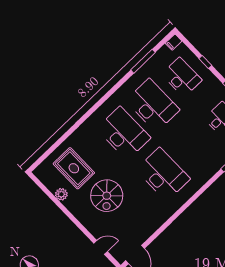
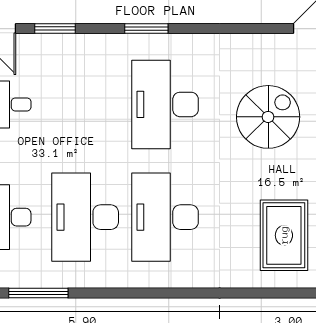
window: (196, 195) -> (146, 29), added
spiral stairs: (107, 196) -> (268, 117), moved

